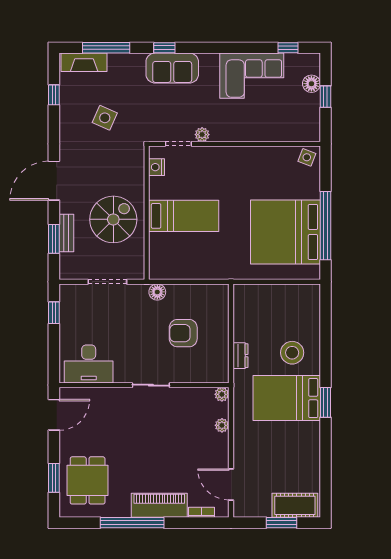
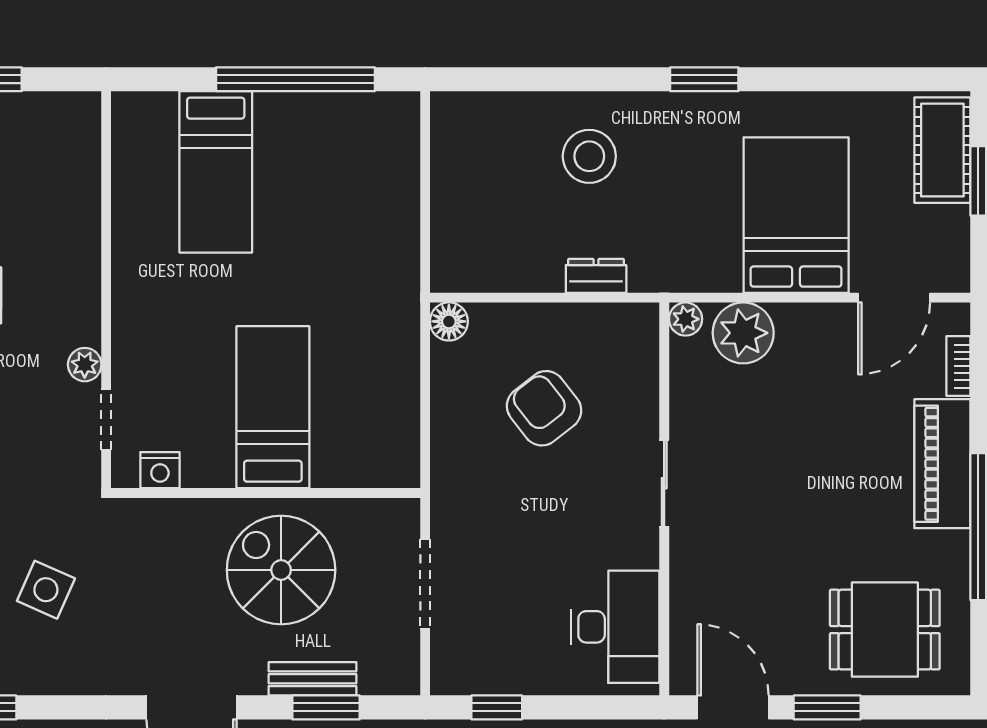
side table: (307, 157) -> (137, 122), removed
bed: (285, 232) -> (216, 172), moved, width x0.49
floor lamp: (157, 292) -> (449, 321), moved
armchair: (183, 333) -> (544, 408), turned 142
bed: (287, 398) -> (796, 215), moved, turned 180
plant: (222, 425) -> (743, 333), width x1.87, depth x1.87
window: (54, 478) -> (827, 707), moved

